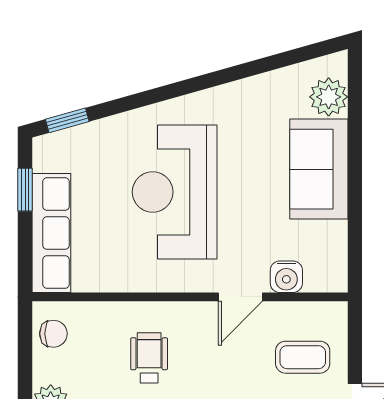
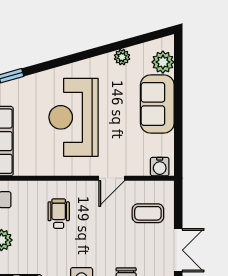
plant: (258, 88) -> (122, 57), added
water cooler: (286, 277) -> (160, 167), moved

